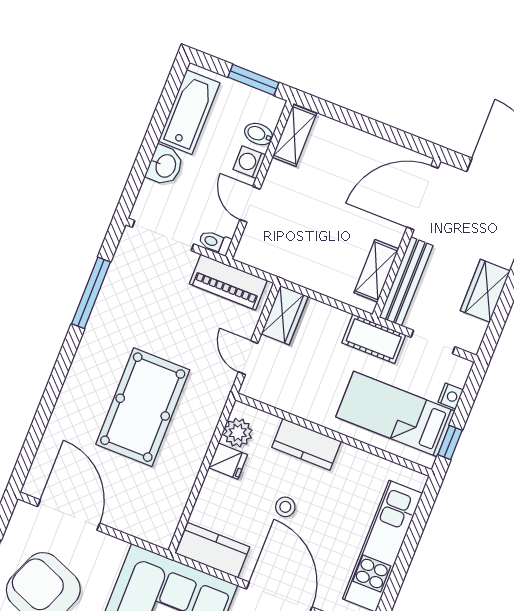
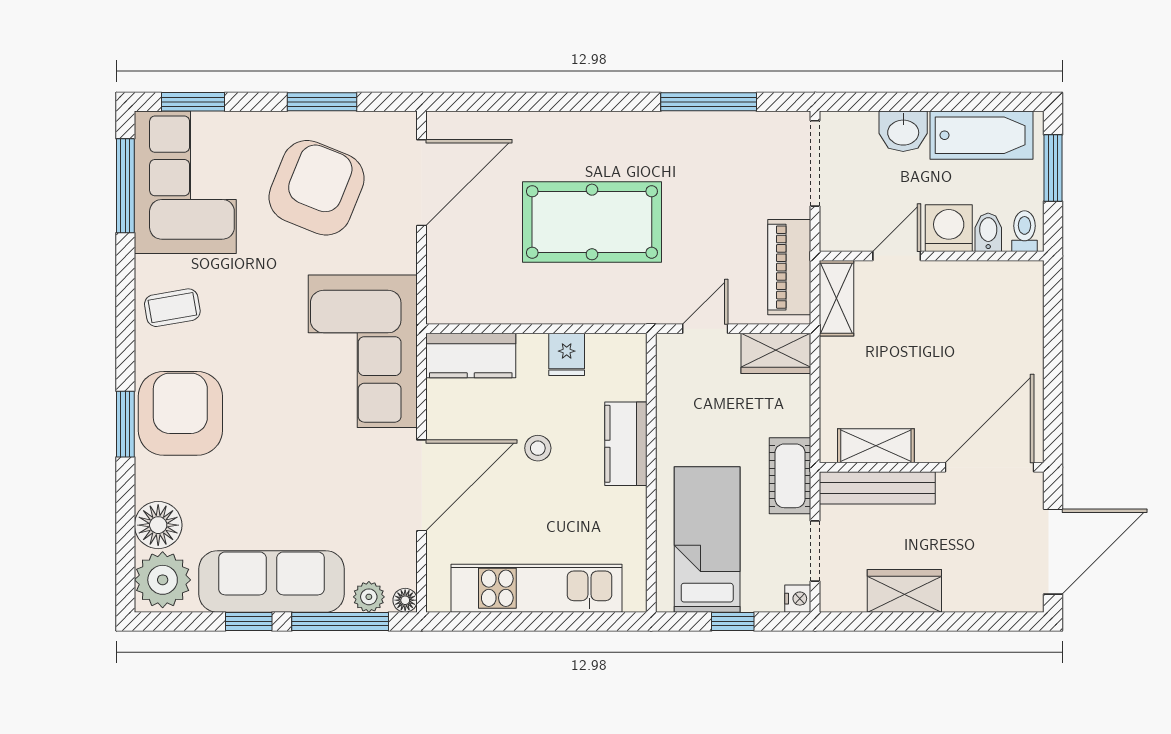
window: (253, 80) -> (1053, 168), moved
shelving: (294, 135) -> (837, 298), moved, turned 90
washing machine: (249, 162) -> (949, 228), width x1.38, depth x1.38
door: (423, 198) -> (989, 467), hinge flipped
toilet: (215, 242) -> (1025, 231), moved
nightstand: (451, 396) -> (798, 599), moved, turned -90
plant: (238, 433) -> (607, 353), removed
window: (450, 443) -> (733, 621), moved
kitchen counter: (213, 550) -> (471, 356), moved, turned 90

